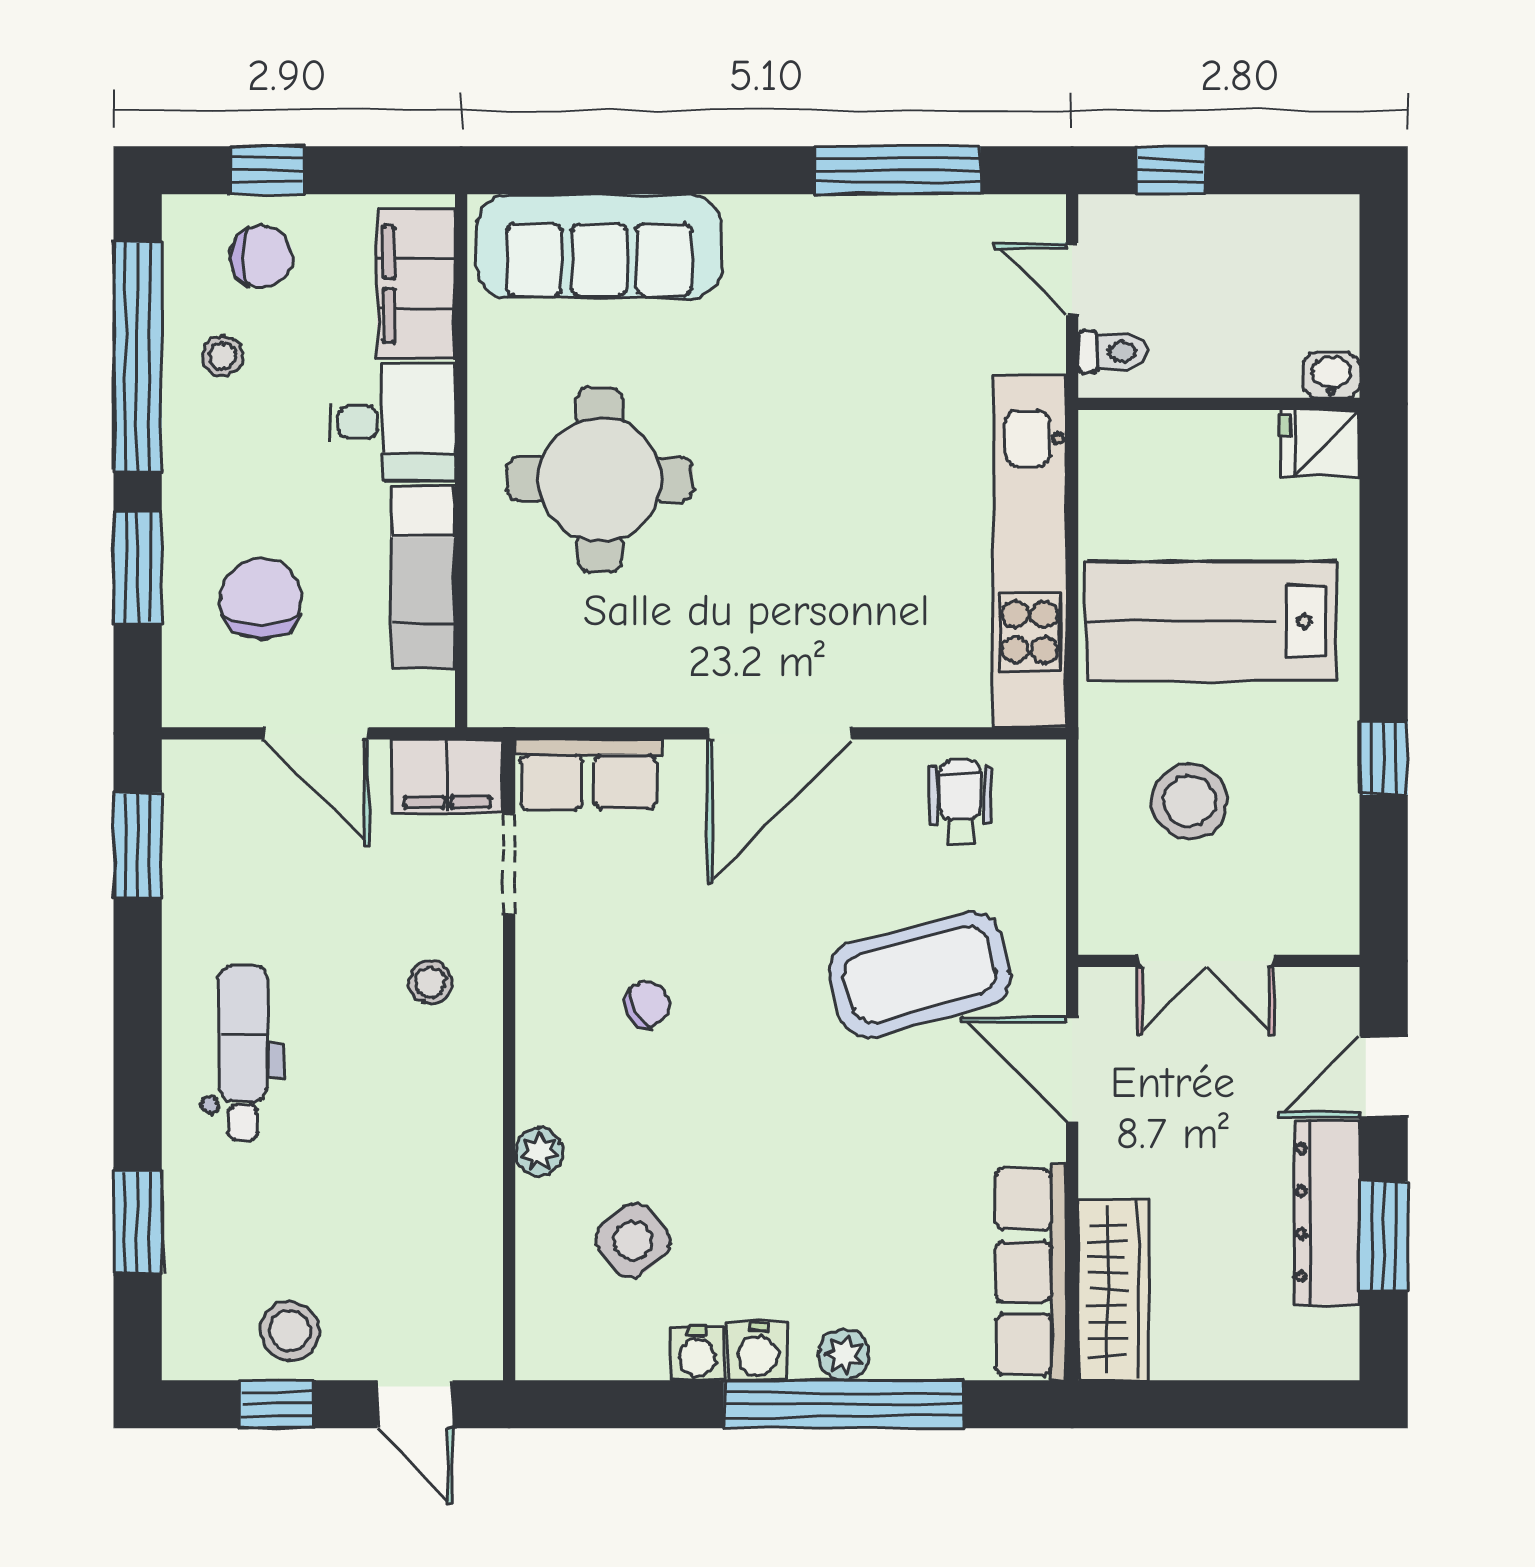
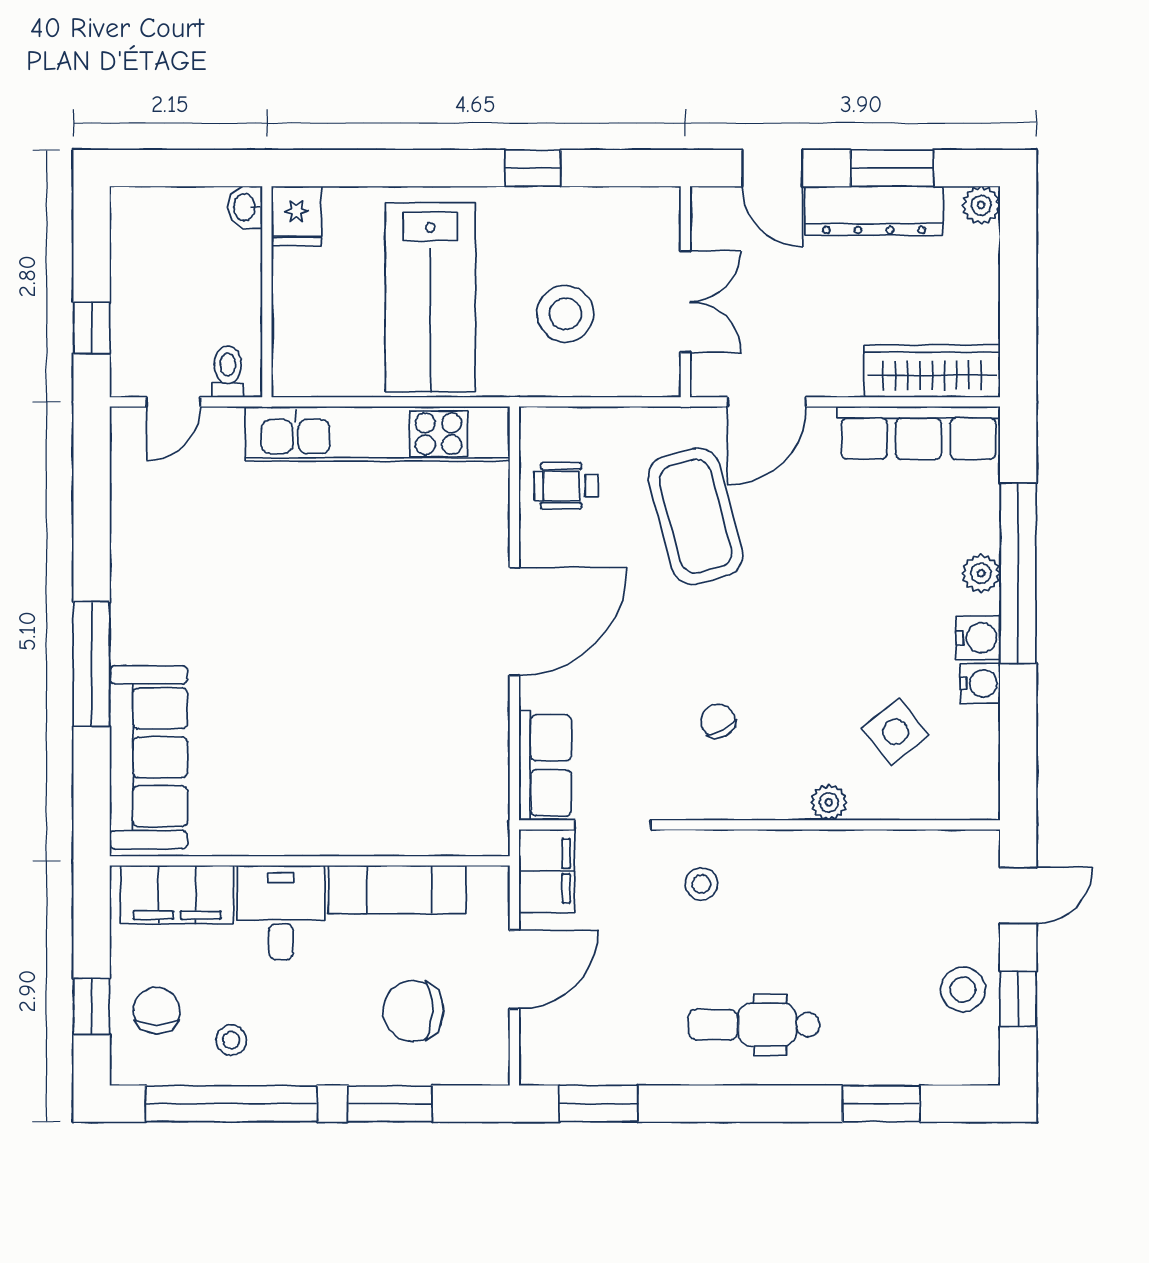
window: (897, 170) -> (92, 664), moved
round table: (600, 479) -> (324, 757), removed
door: (780, 733) -> (514, 621), hinge flipped
plant: (1334, 1355) -> (981, 205), added

